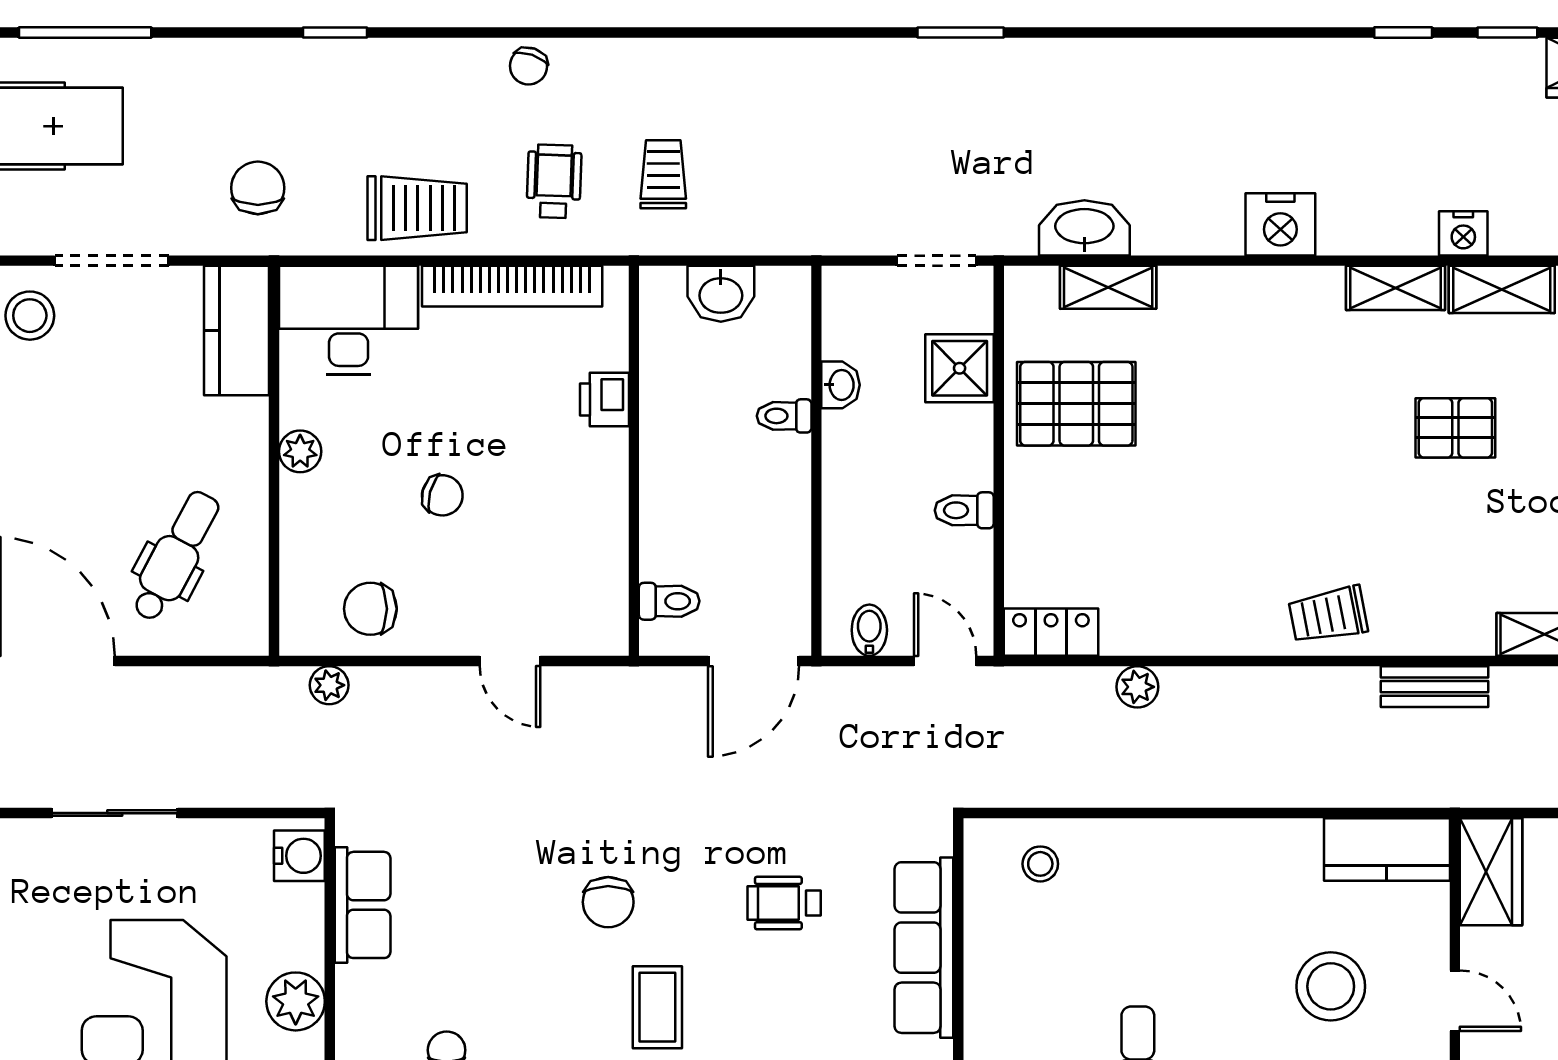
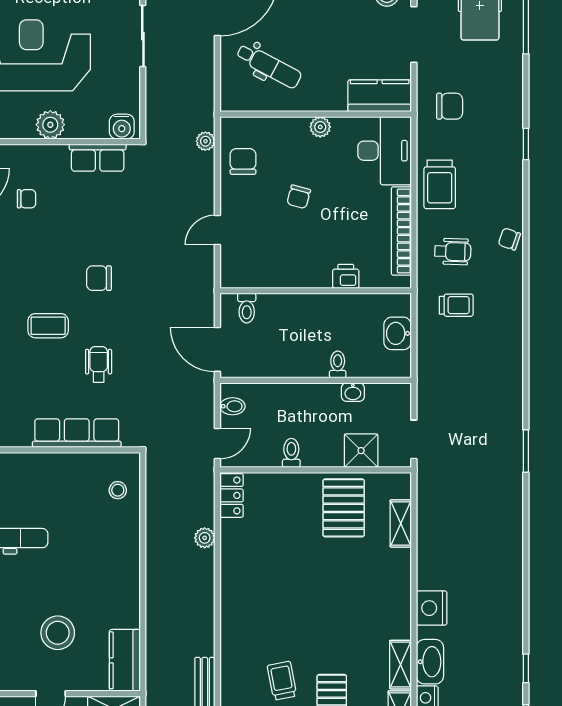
washbasin: (1084, 228) -> (430, 662), moved
trolley: (1328, 615) -> (282, 681), moved
coffee table: (657, 1007) -> (48, 326), moved

